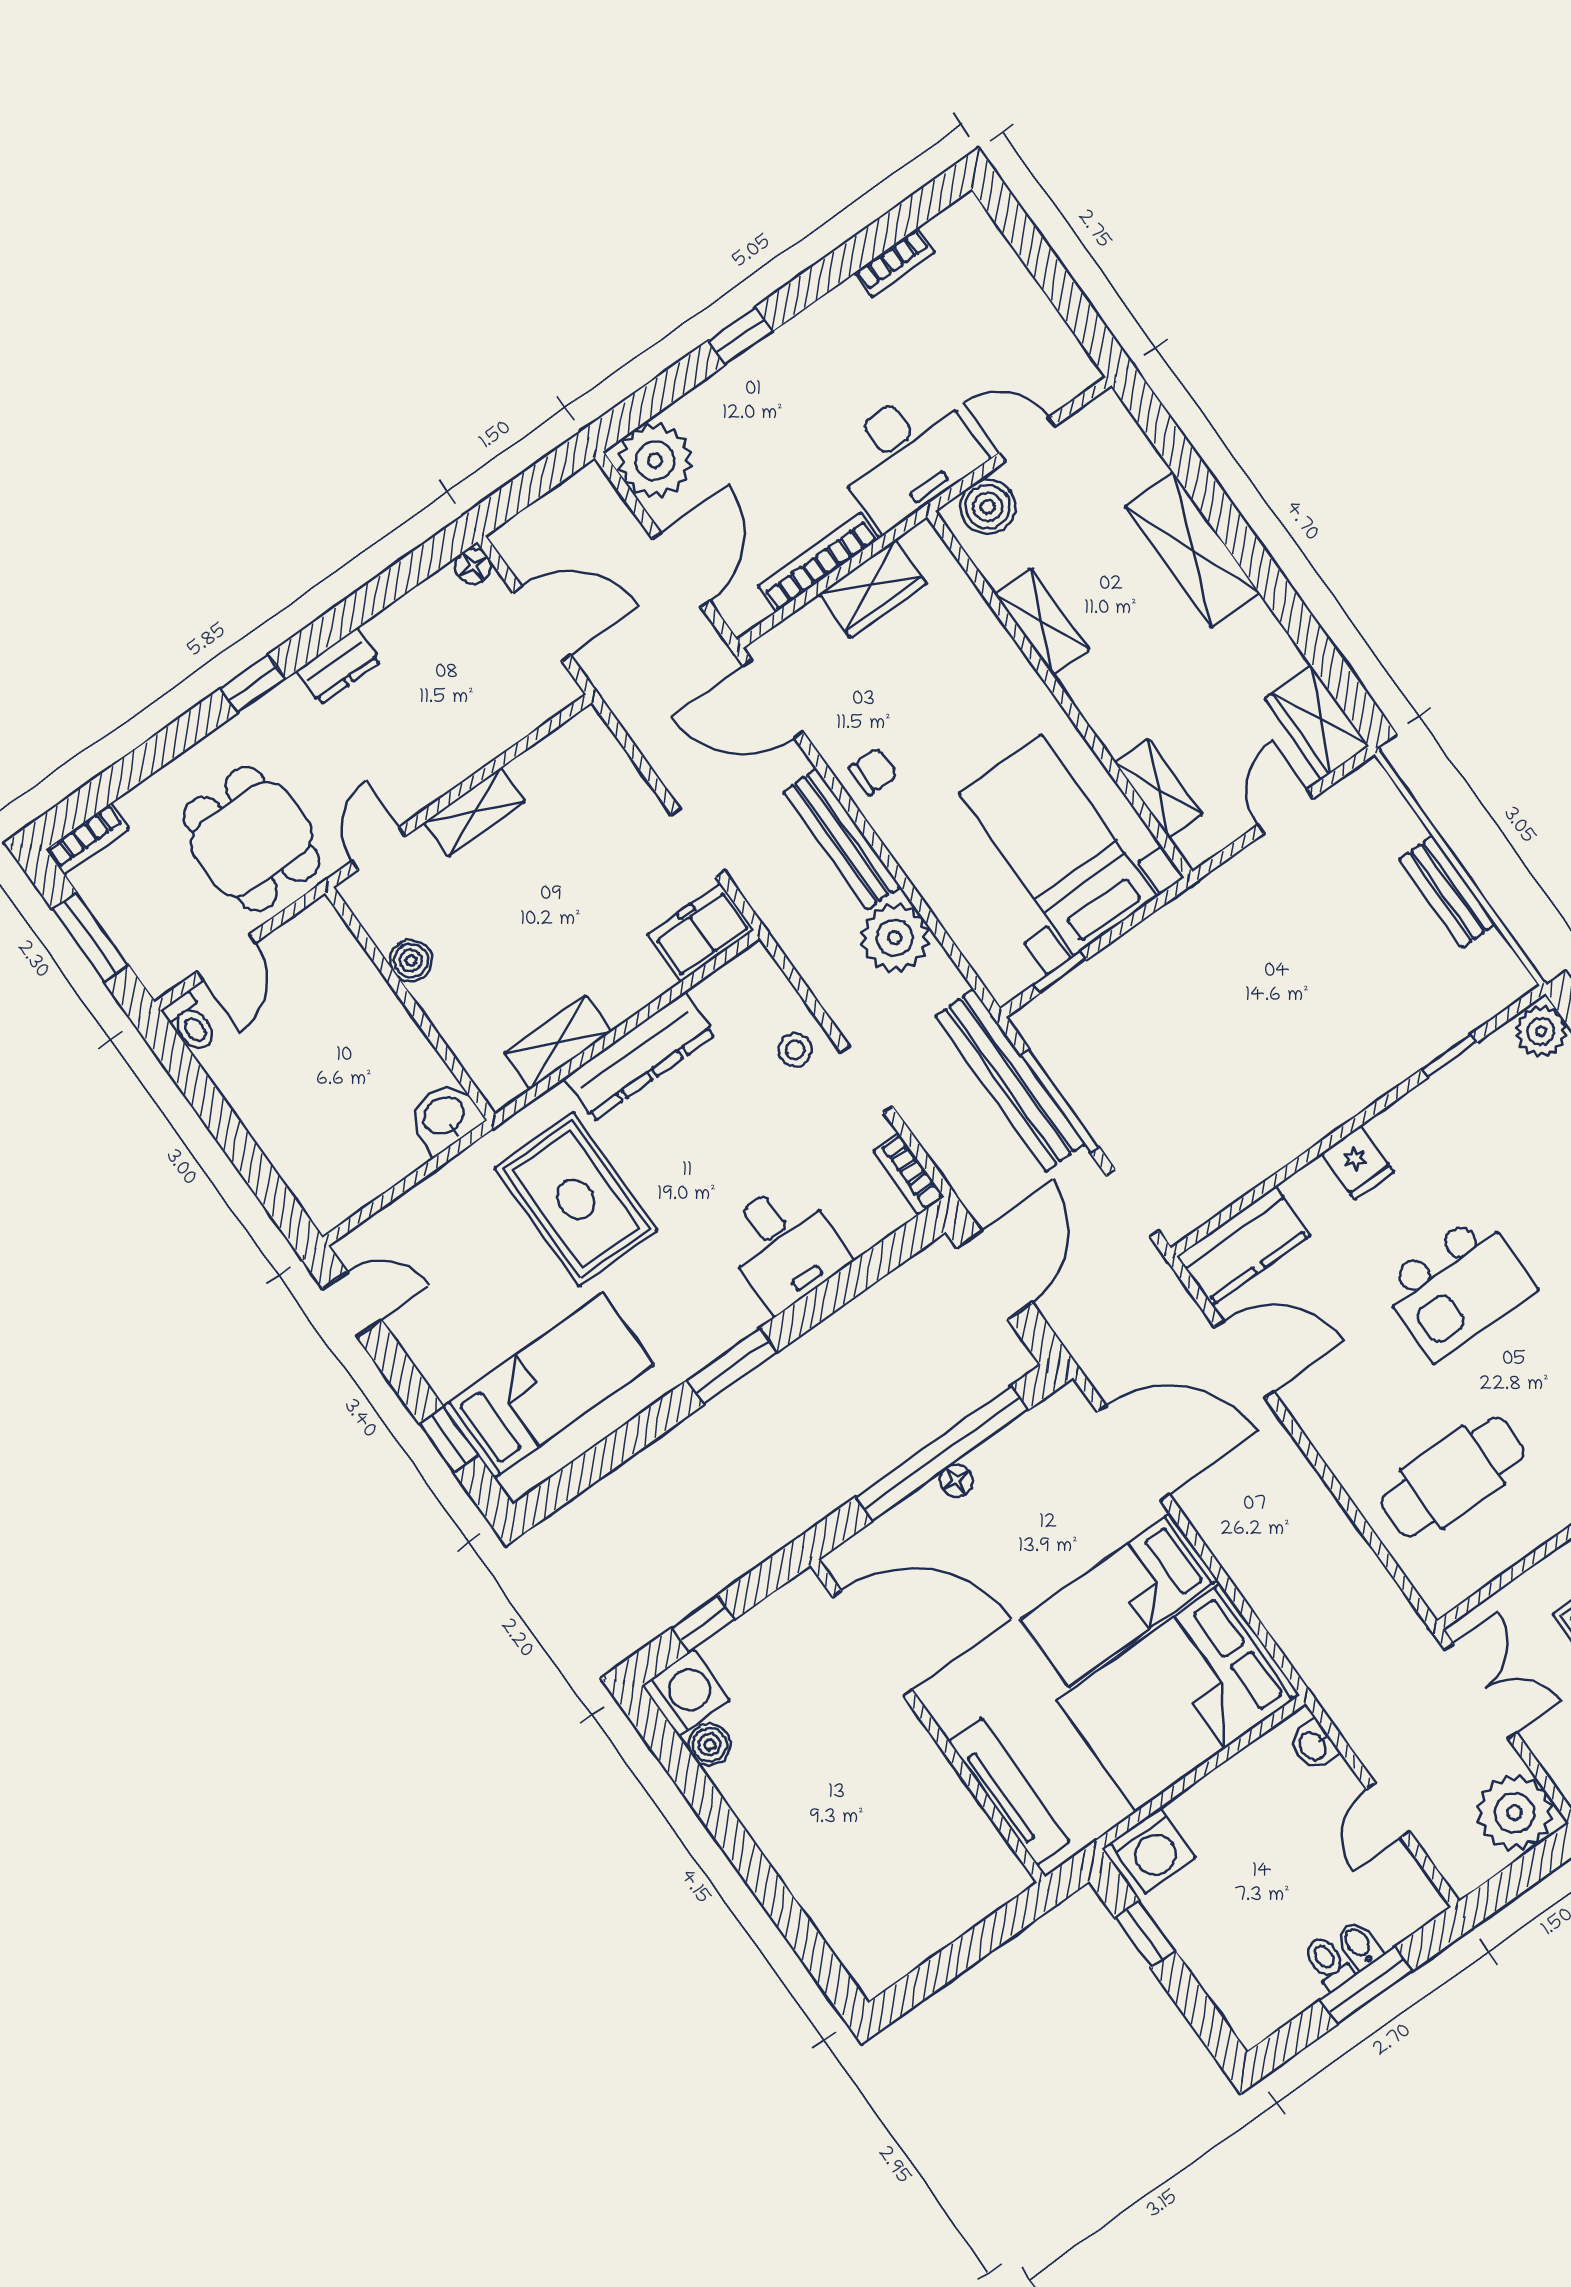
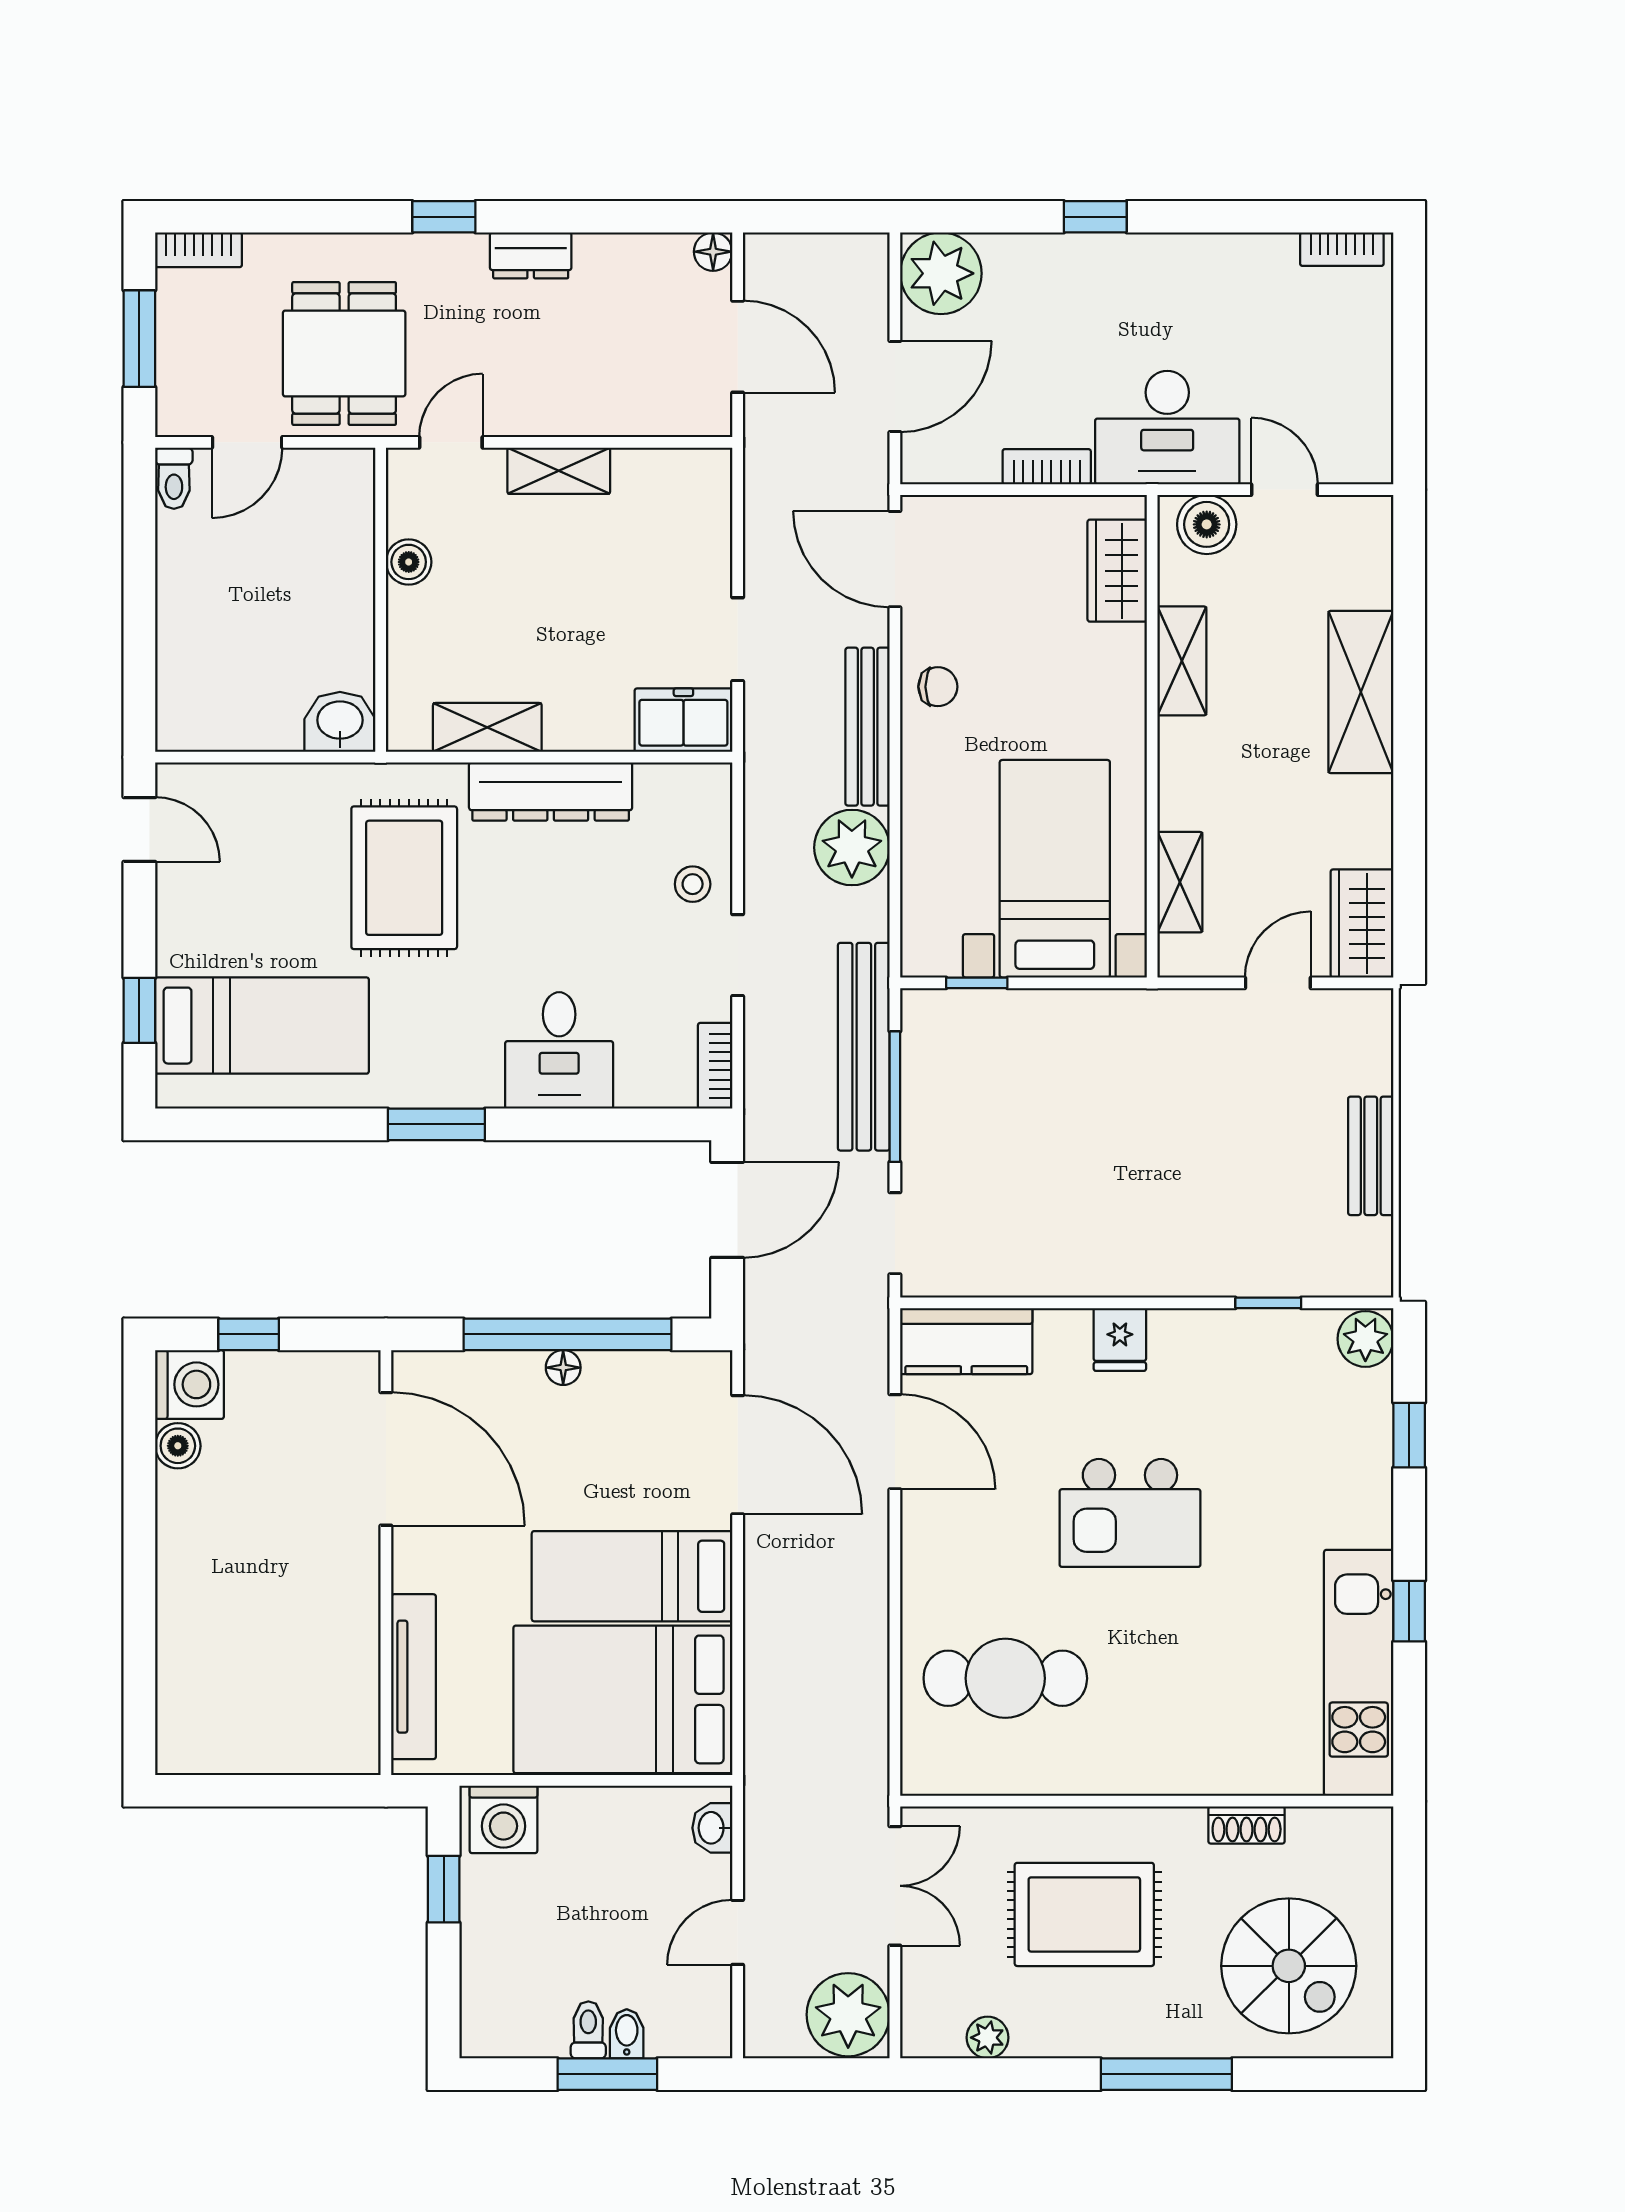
bookcase: (895, 263) -> (1342, 249), moved
bookcase: (819, 562) -> (1047, 467), width x0.64
wardrobe: (873, 589) -> (1117, 571), moved, turned 90

